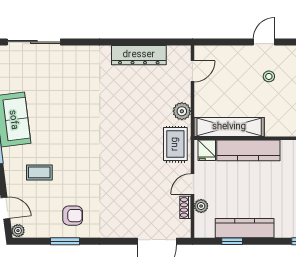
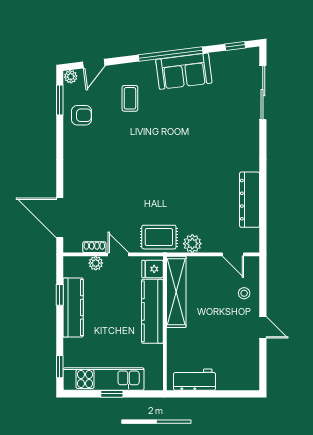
stool: (269, 76) -> (244, 293), moved
armchair: (73, 216) -> (82, 115), moved, turned -90
window: (65, 241) -> (60, 100), moved

